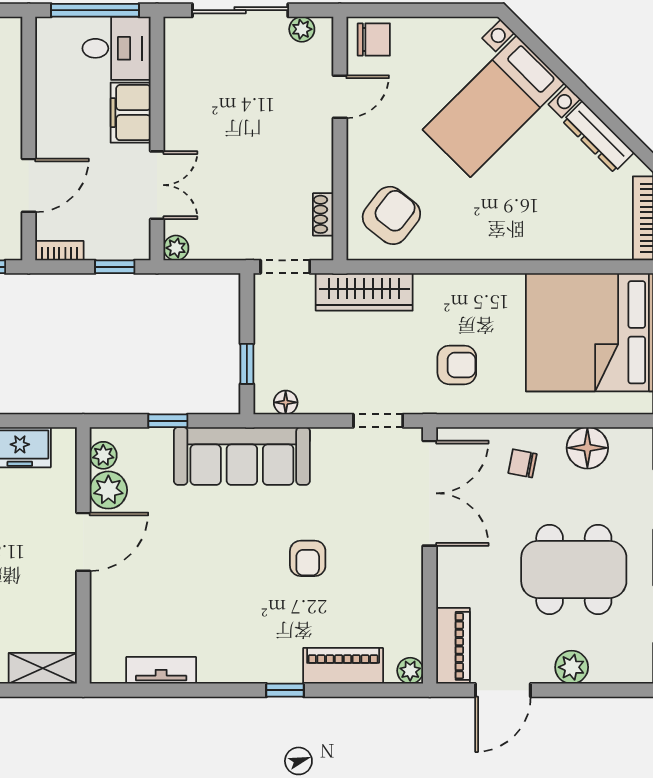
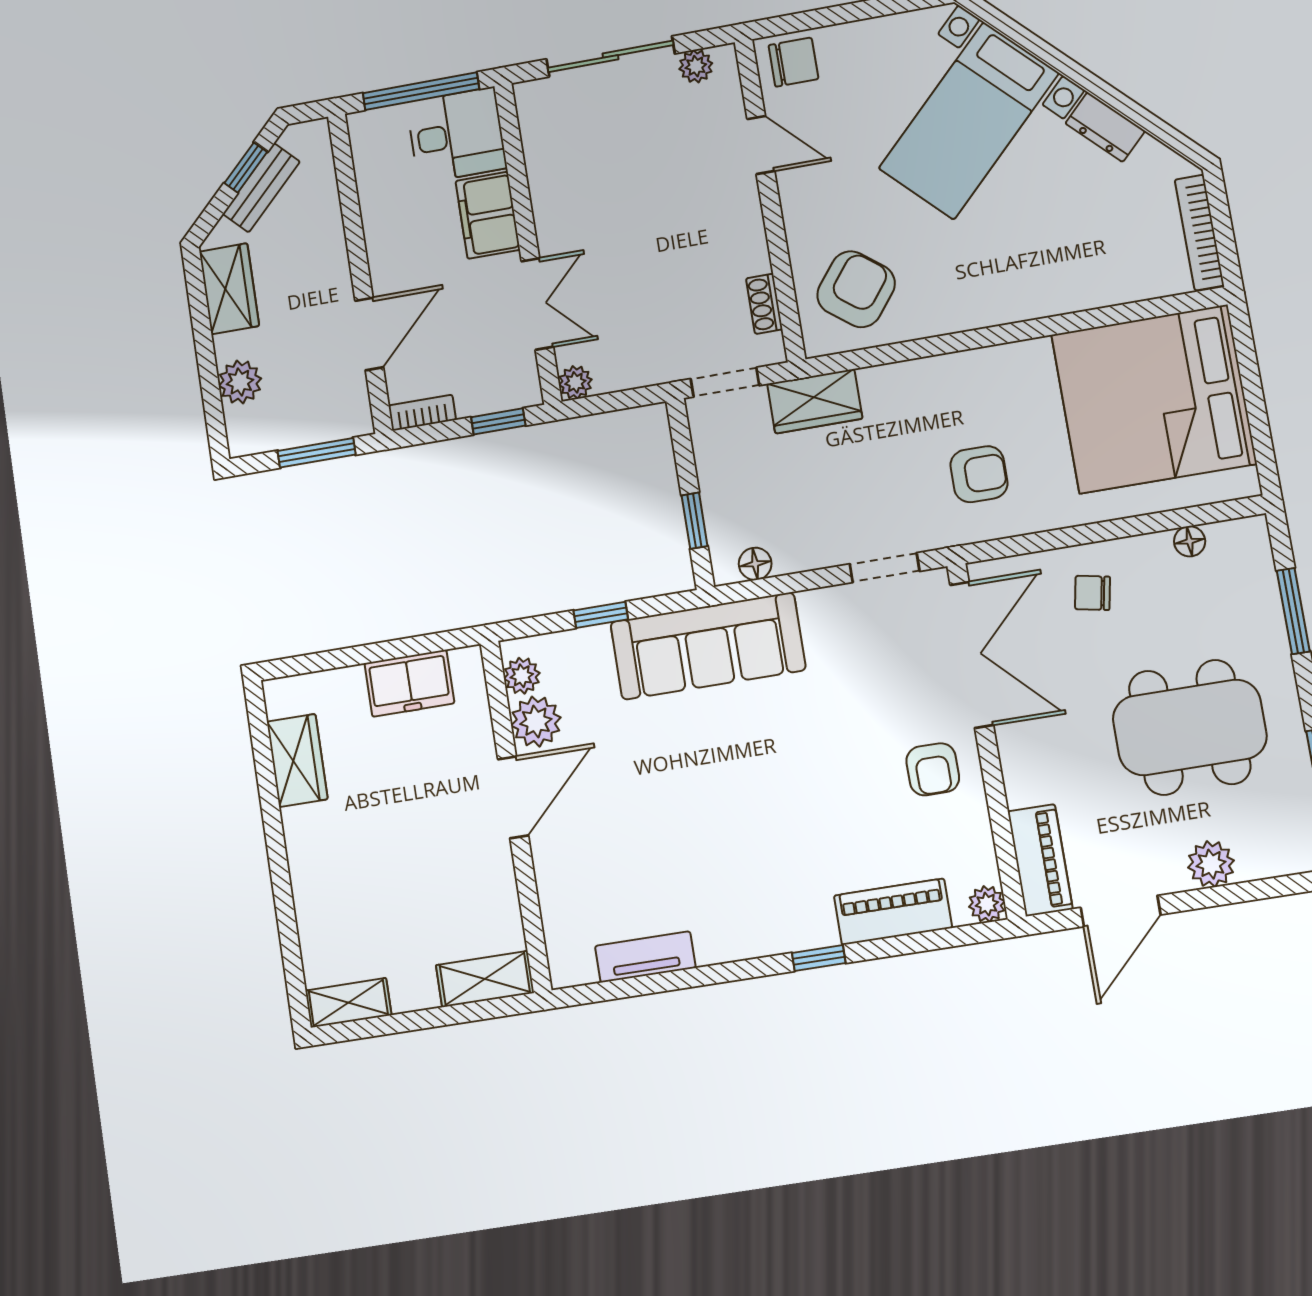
door: (340, 97) -> (761, 145), hinge flipped
dresser: (598, 137) -> (1105, 127), width x0.70
wardrobe: (364, 292) -> (815, 401), width x0.67
floor lamp: (587, 448) -> (1190, 541), width x0.53, depth x0.53
armchair: (308, 558) -> (933, 769), moved

